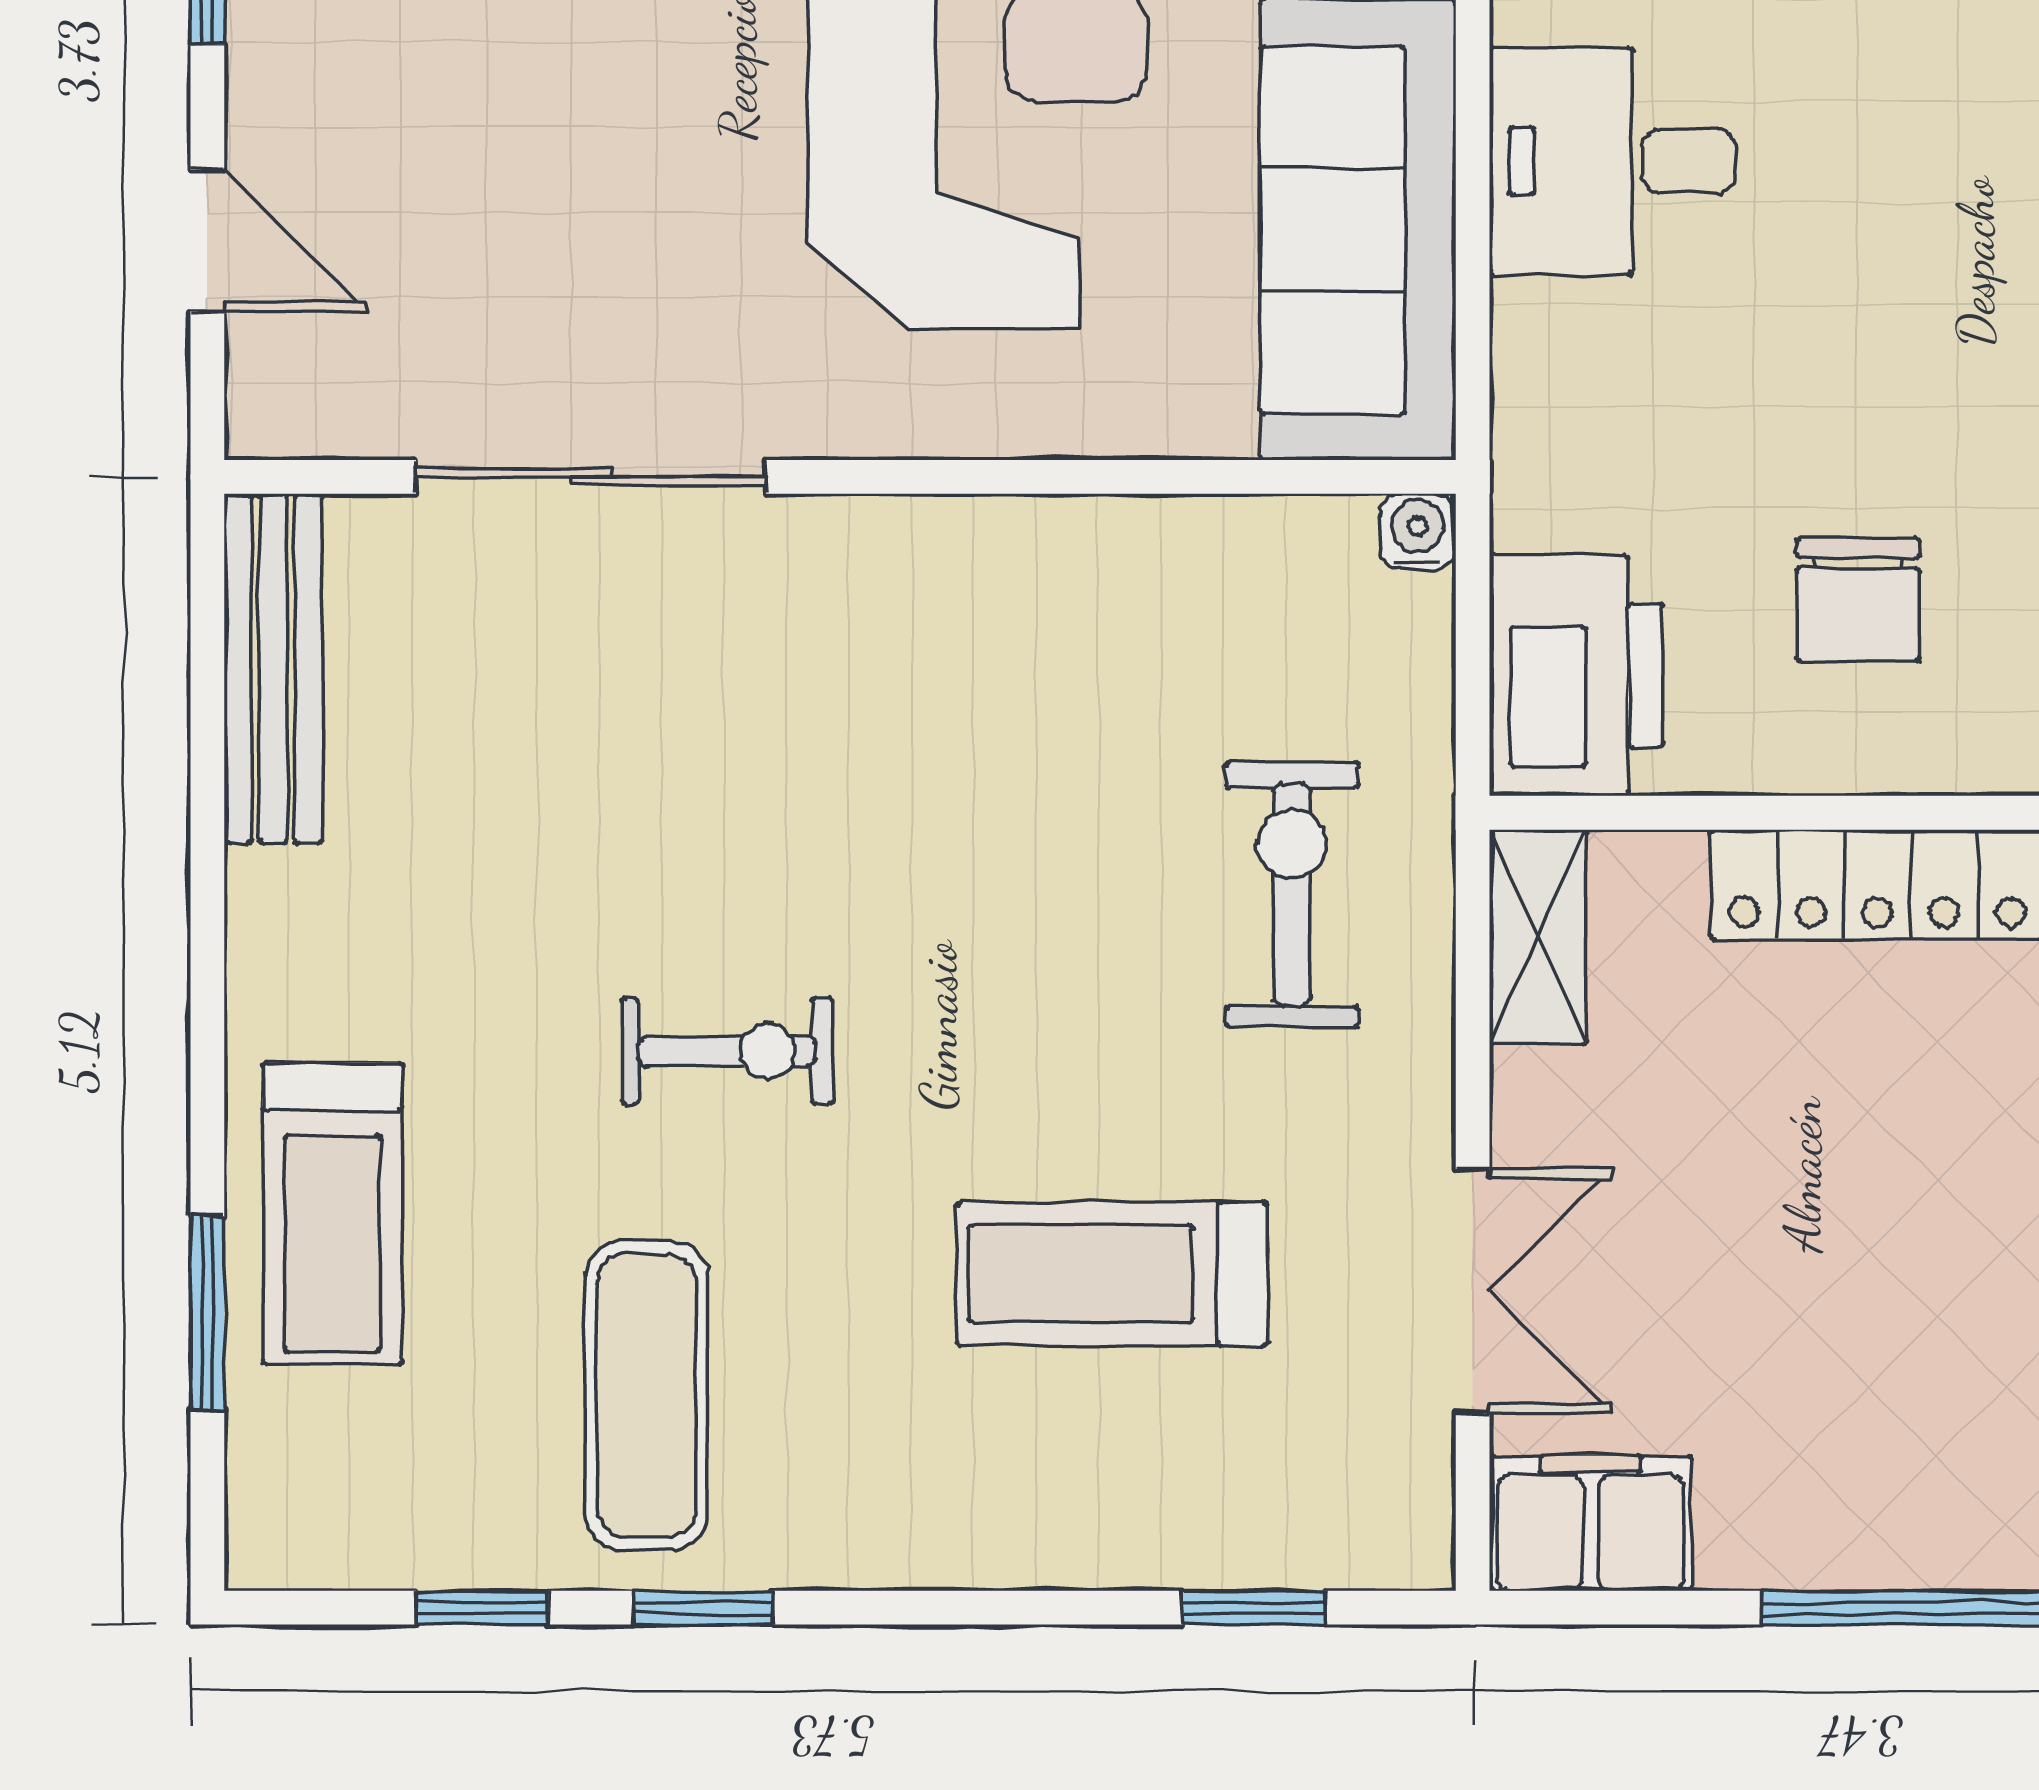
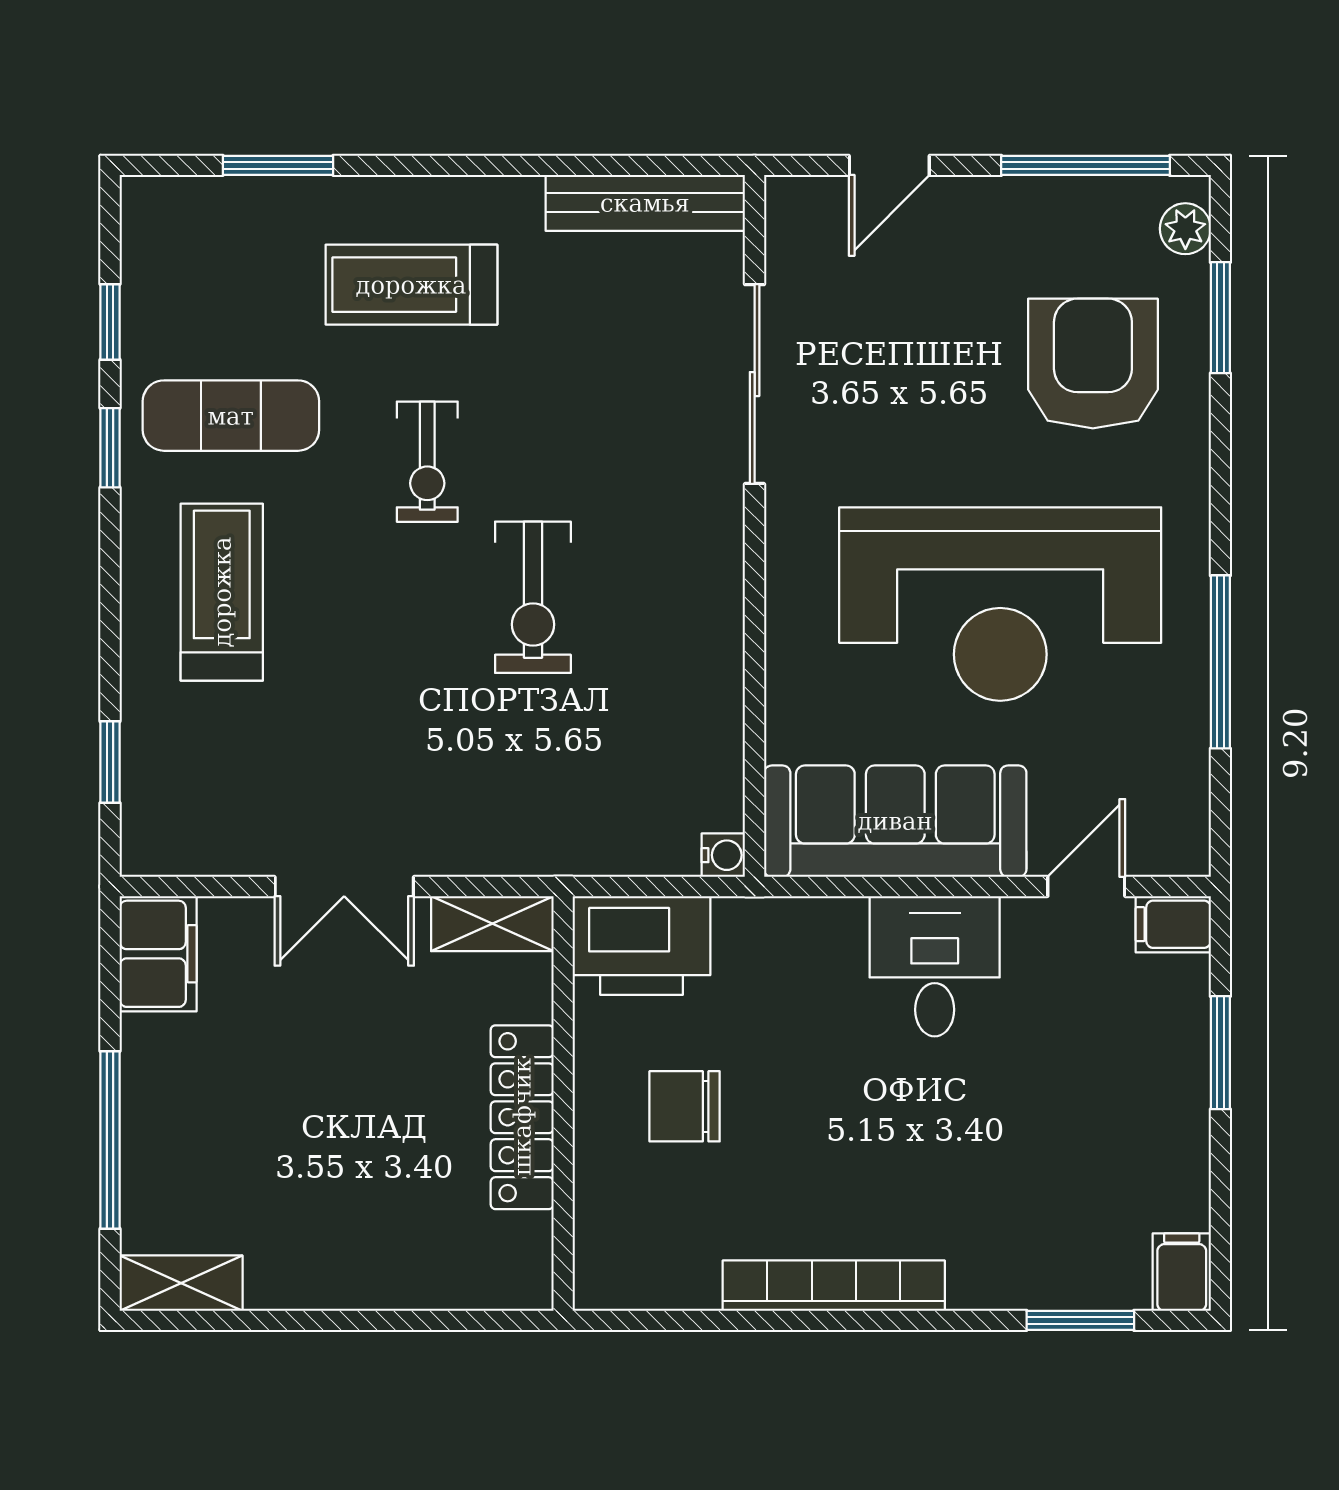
exercise bike: (1292, 894) -> (533, 597), moved, turned 90
treadmill: (333, 1213) -> (411, 285), moved
treadmill: (1112, 1274) -> (222, 592), moved
double door: (1473, 1291) -> (344, 886), moved

